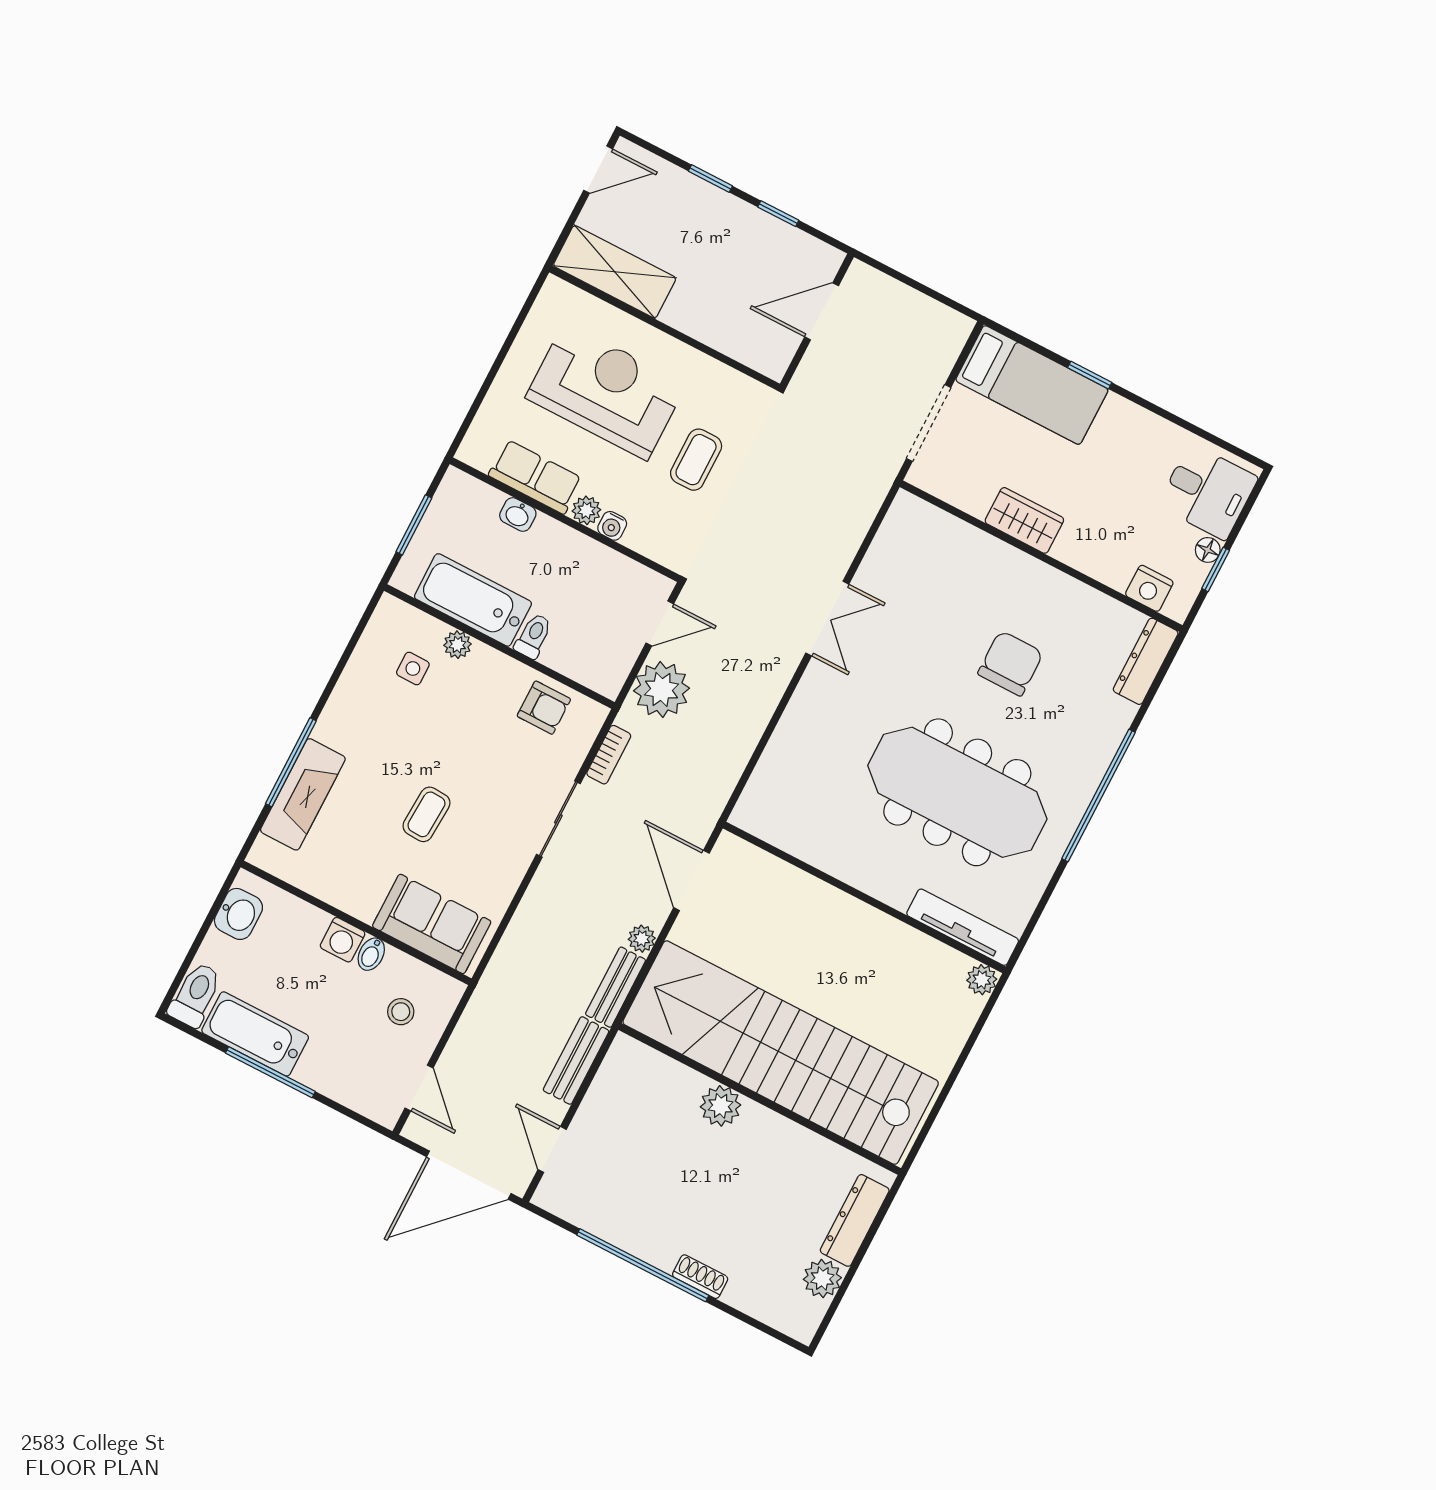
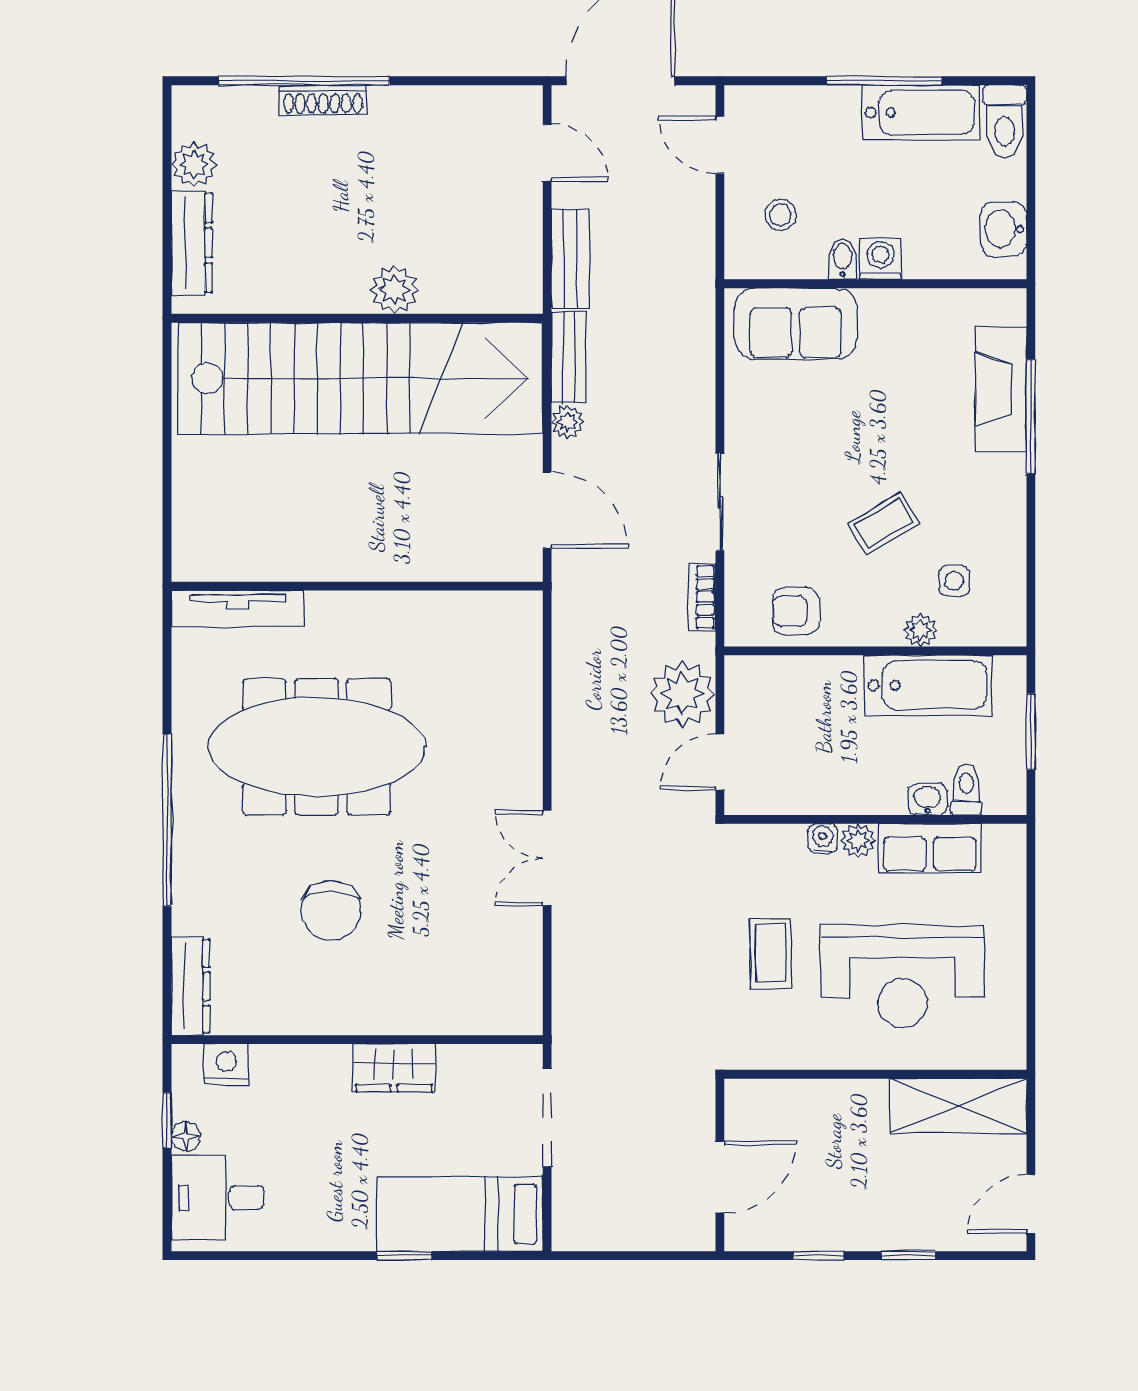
toilet: (533, 636) -> (966, 790), moved, turned 180
coffee table: (426, 814) -> (884, 523), moved, turned 56
plant: (982, 980) -> (189, 564), removed
window: (643, 1265) -> (304, 81), moved
shoe rack: (700, 1277) -> (323, 100), width x1.43

